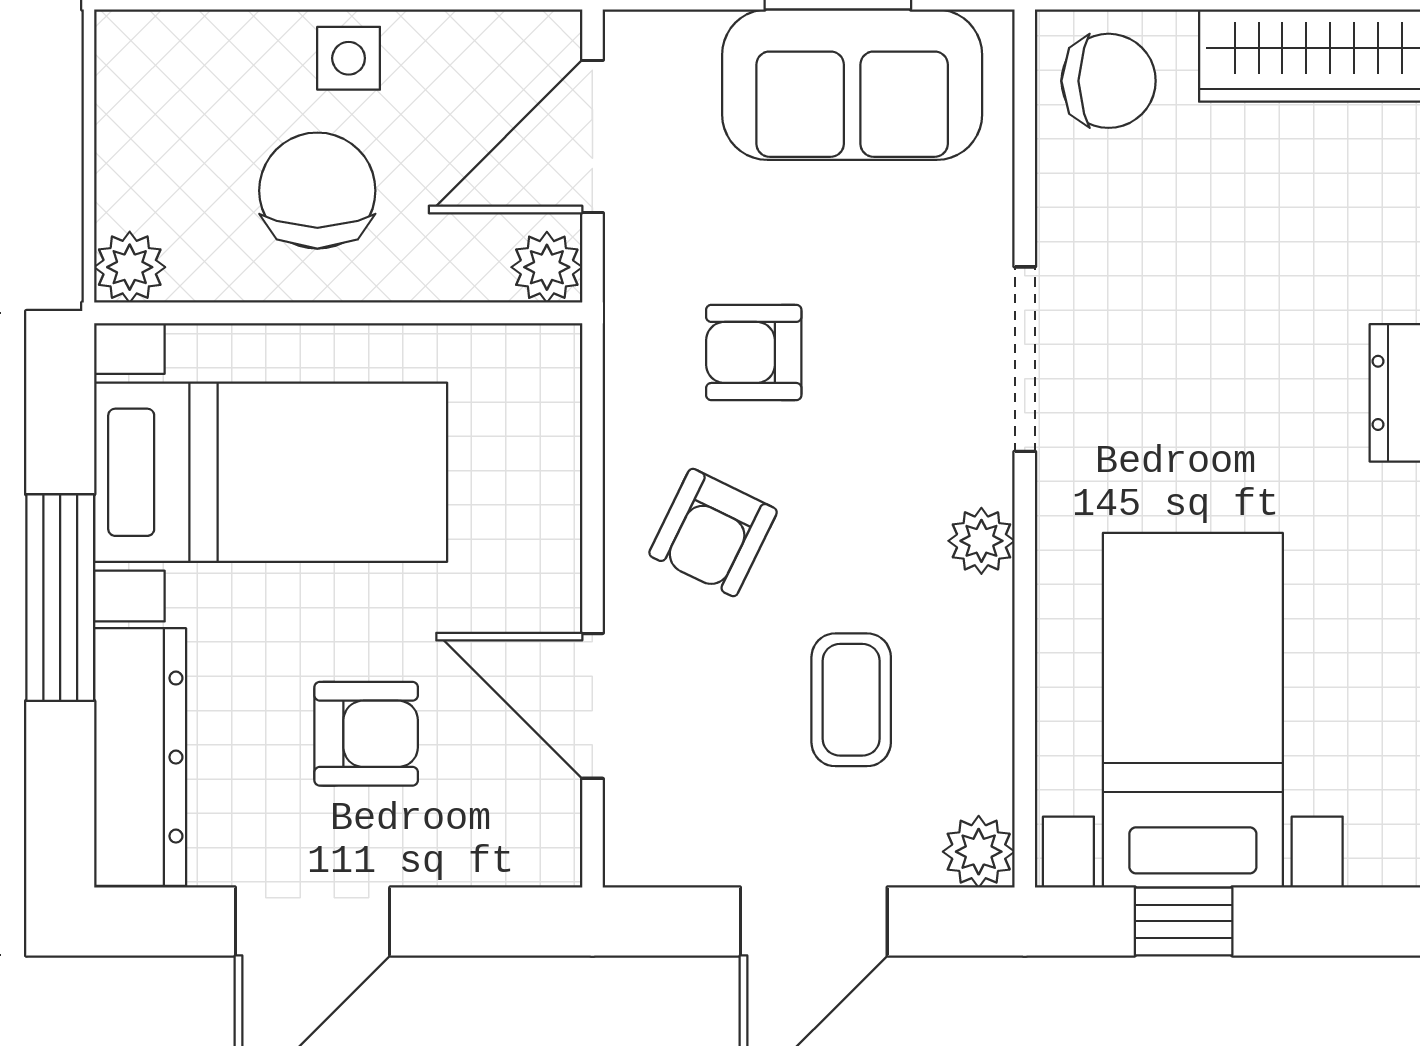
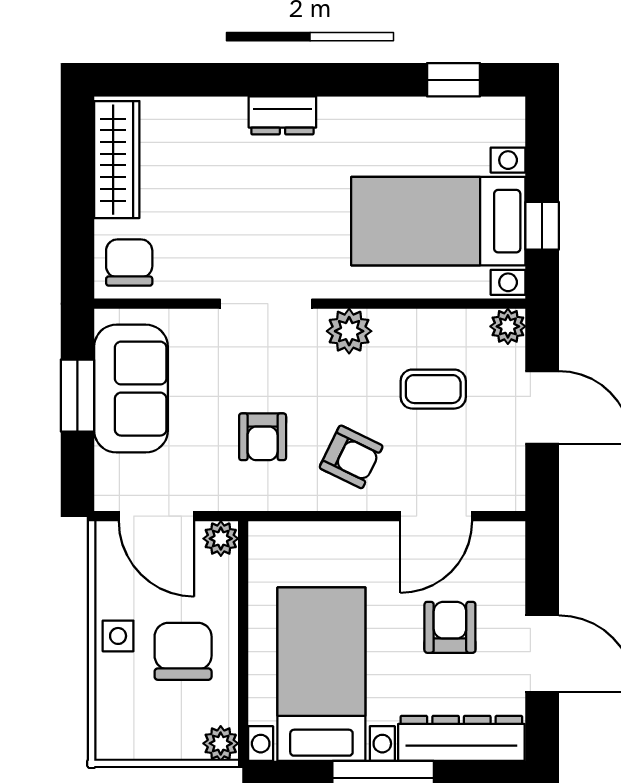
chair: (317, 191) -> (183, 651), turned 90
plant: (981, 541) -> (349, 331), width x1.38, depth x1.38

